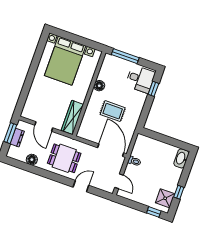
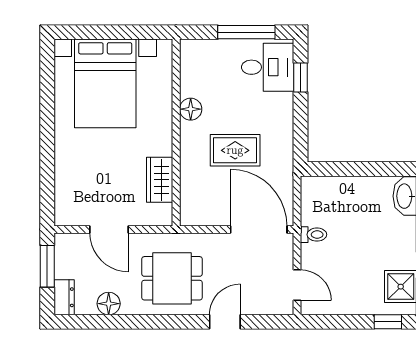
window: (125, 56) -> (246, 32), moved
wardrobe: (72, 117) -> (160, 180), width x0.67
dresser: (17, 138) -> (64, 297), moved

